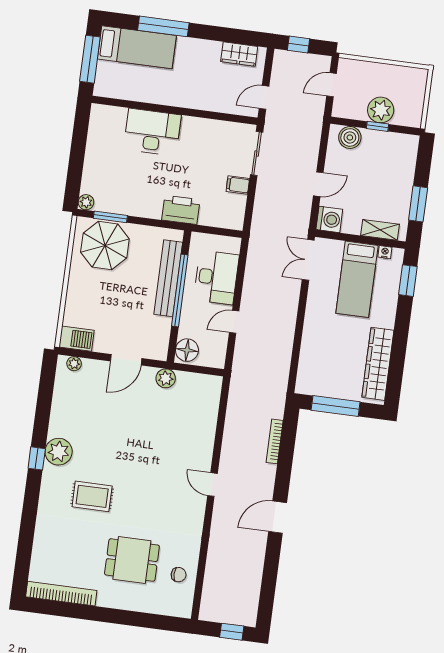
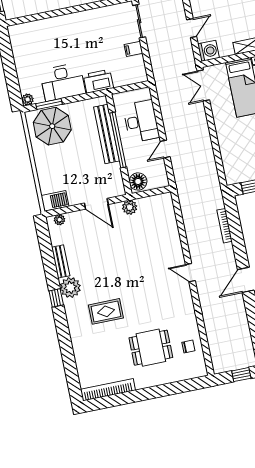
desk: (152, 132) -> (63, 82), moved, turned 180
door: (126, 360) -> (96, 204), hinge flipped
bench: (58, 416) -> (61, 261), added

